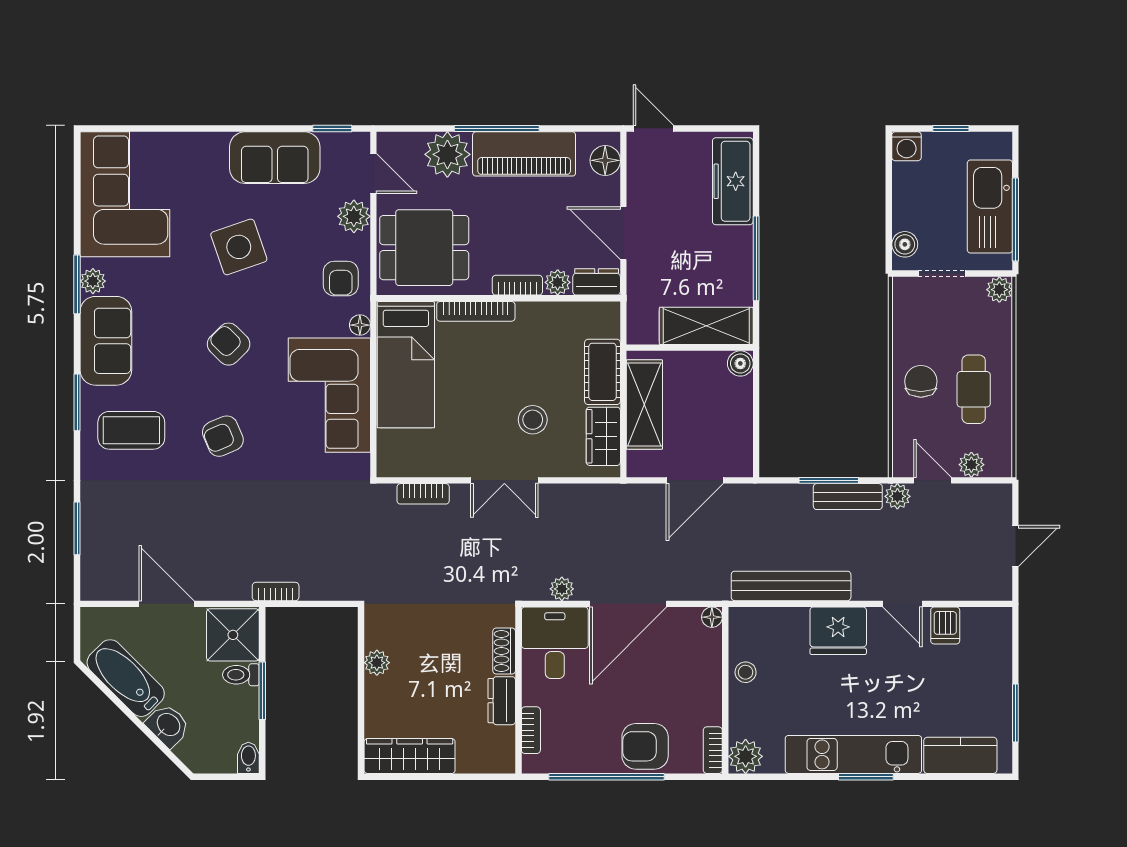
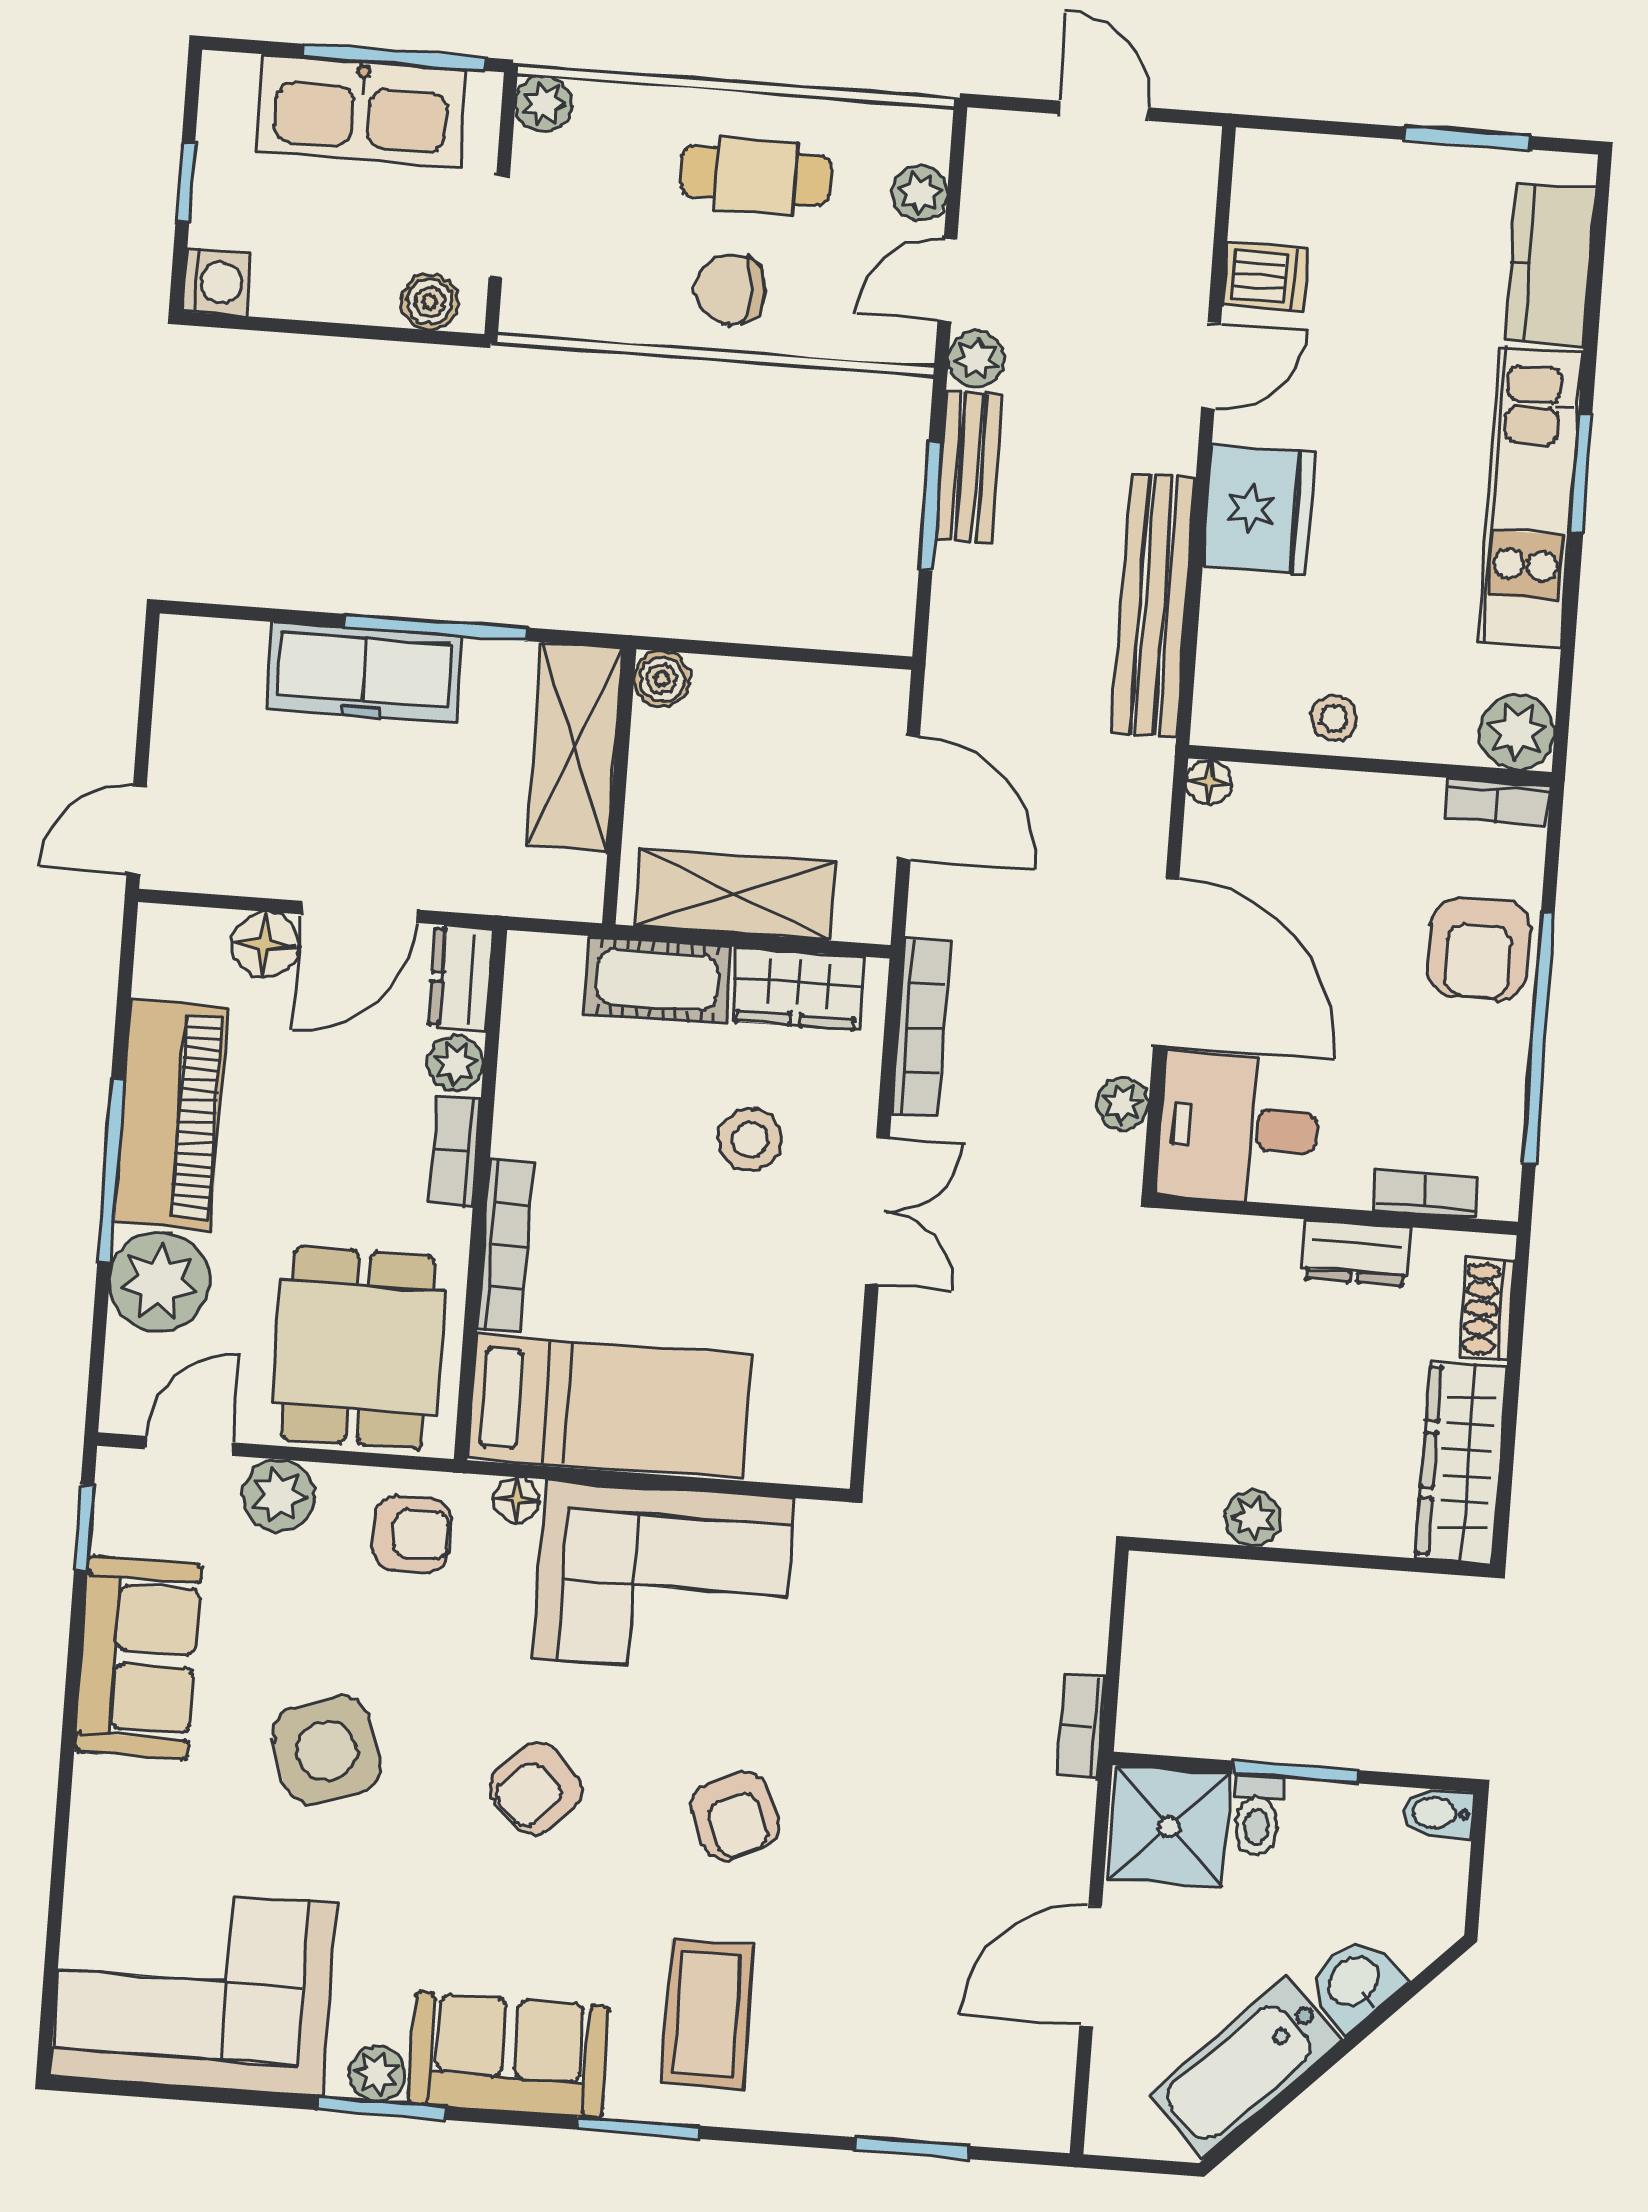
floor lamp: (605, 160) -> (265, 945), moved
freezer: (733, 181) -> (364, 673), moved
bookcase: (423, 494) -> (921, 1028), moved, width x1.56
shoe rack: (504, 651) -> (1487, 1309), moved, turned 90

